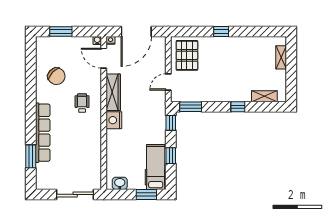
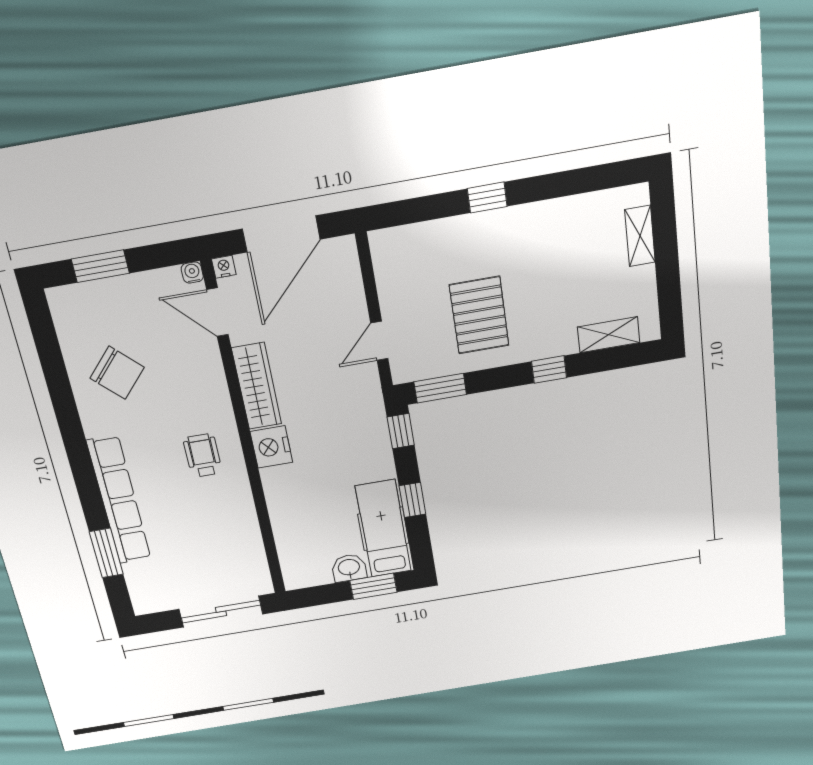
pallet: (187, 55) -> (479, 315), moved
wheelchair: (82, 103) -> (203, 455), moved
washbasin: (120, 183) -> (349, 568), moved

